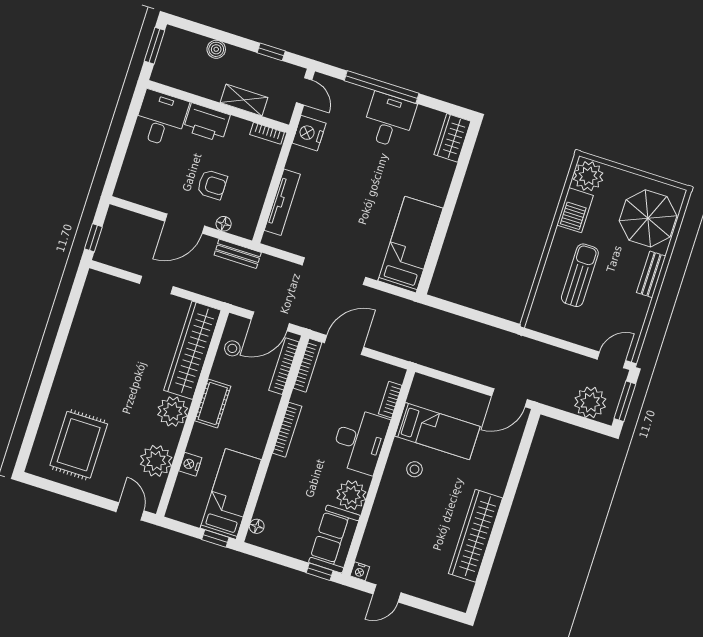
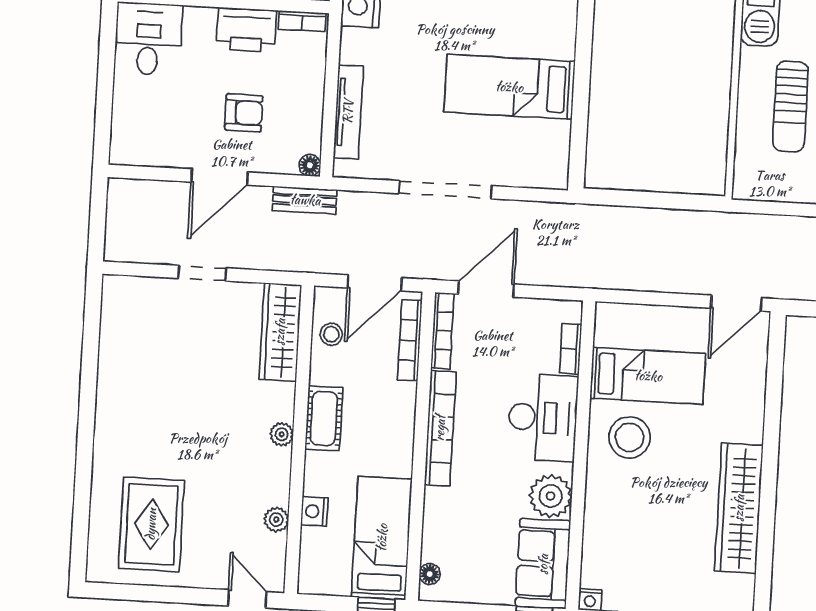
printer: (207, 123) -> (246, 30), moved
floor lamp: (224, 224) -> (310, 165), moved
window: (93, 238) -> (97, 230), removed
bed: (410, 245) -> (509, 87), moved, turned -90
sun lounger: (580, 275) -> (791, 107), turned 180
wardrobe: (192, 350) -> (280, 332), width x0.71, depth x0.85
plant: (173, 412) -> (282, 434), width x0.53, depth x0.53
bookcase: (287, 430) -> (440, 428), width x1.48, depth x1.31
plant: (156, 461) -> (276, 520), width x0.53, depth x0.53
stool: (414, 469) -> (630, 437), width x1.89, depth x1.89

